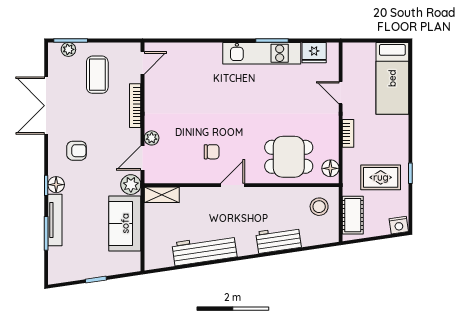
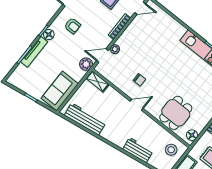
dining table: (289, 157) -> (176, 113), turned 90
sofa: (125, 223) -> (60, 91), moved
workbench: (204, 250) -> (85, 119), moved

